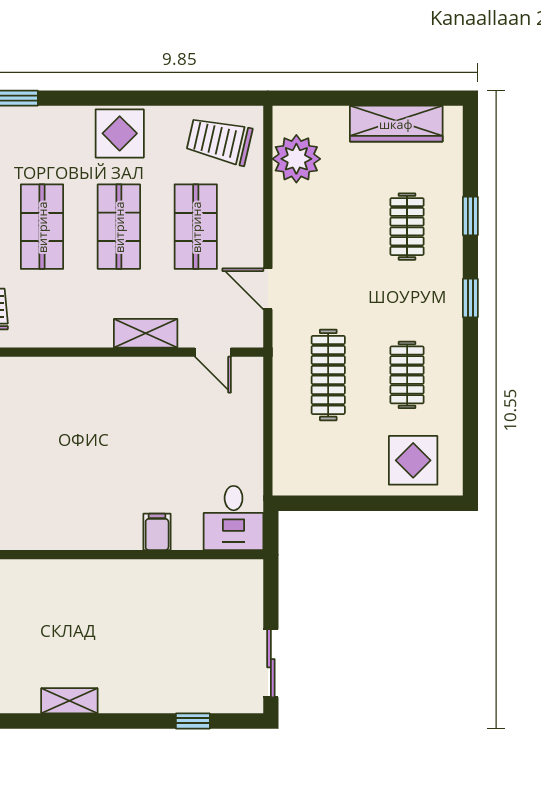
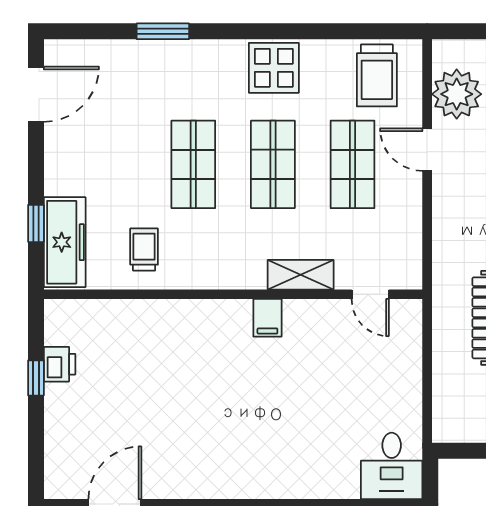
trolley: (219, 141) -> (377, 75), turned -103
door: (268, 289) -> (427, 150), moved
filing cabinet: (157, 532) -> (267, 318), moved, turned 180

